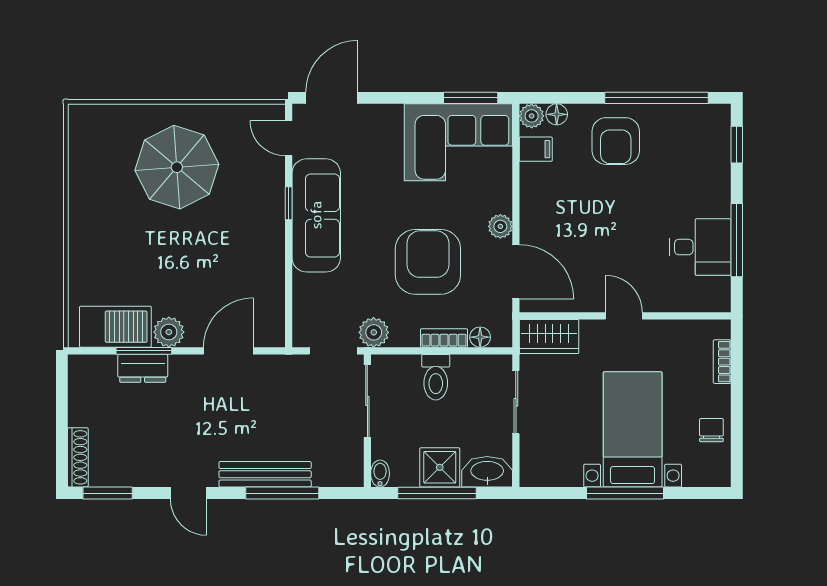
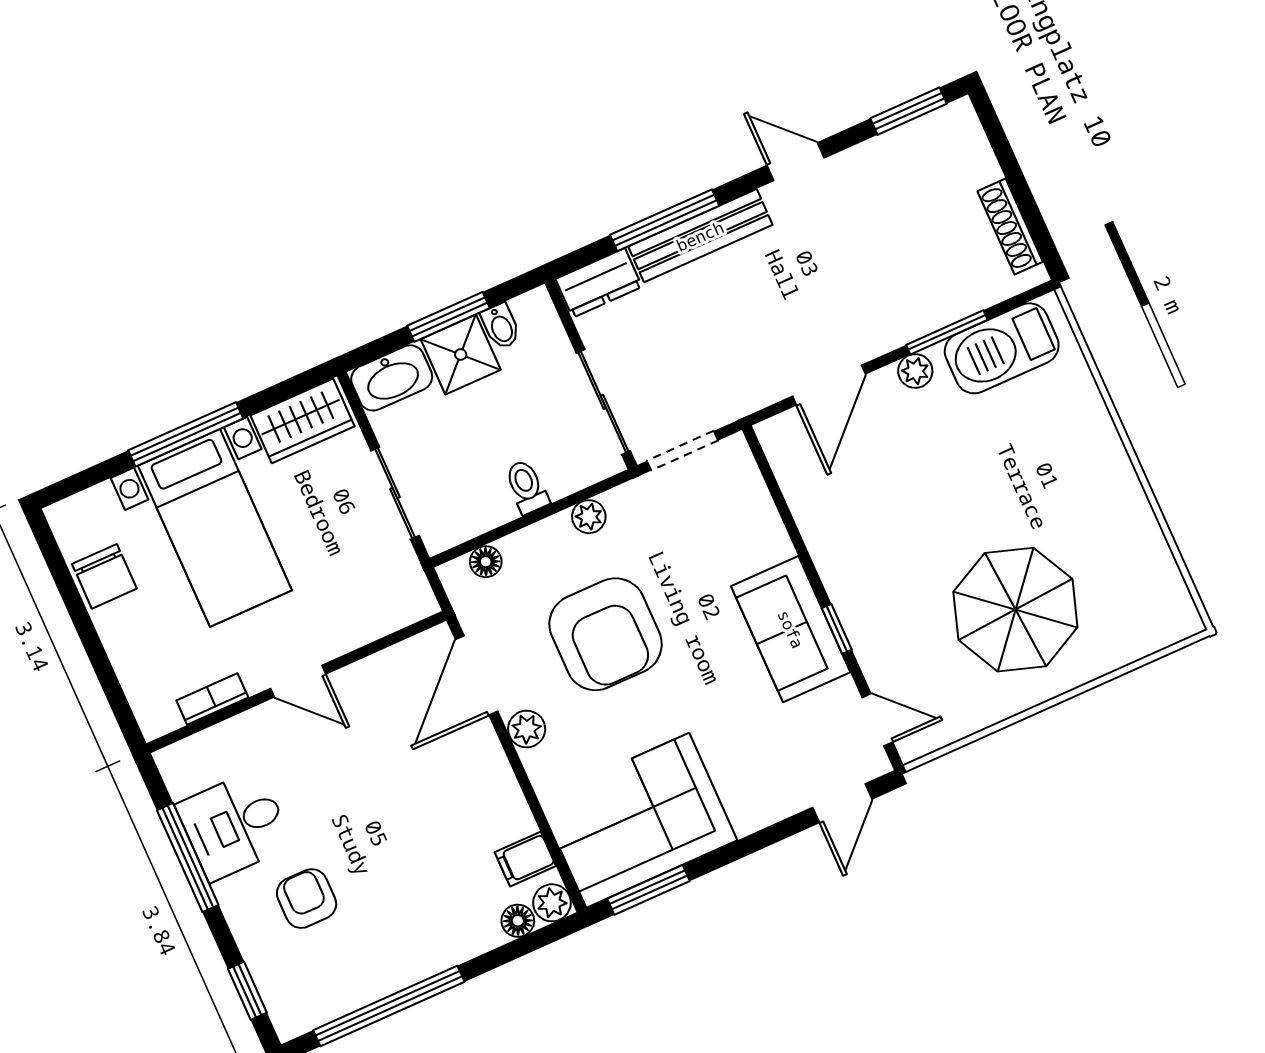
door: (332, 98) -> (842, 803), width x0.73
armchair: (616, 141) -> (307, 899), moved, width x0.72, depth x0.72
sofa: (316, 215) -> (791, 629), width x0.73
door: (516, 272) -> (477, 675), hinge flipped
plant: (169, 332) -> (915, 371), width x0.73, depth x0.73
plant: (374, 332) -> (589, 517), moved, width x0.73, depth x0.73
wardrobe: (549, 337) -> (302, 421), moved, turned 180
bookcase: (444, 338) -> (536, 538), removed
bookcase: (722, 362) -> (212, 699), moved, turned -90
dresser: (143, 368) -> (599, 283), moved, turned 180
toilet: (436, 377) -> (527, 487), width x0.73, depth x0.72
chair: (711, 430) -> (104, 576), width x1.37, depth x1.37
shoe rack: (78, 457) -> (1010, 227), moved
bidet: (380, 474) -> (501, 326), moved
window: (437, 493) -> (449, 317), width x0.69

